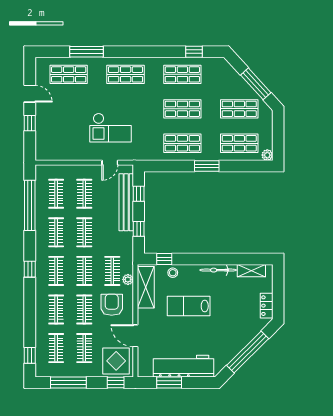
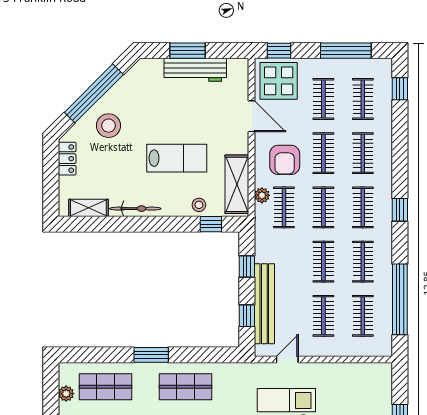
plant: (267, 155) -> (66, 394), moved
stool: (237, 329) -> (109, 126), added
workbench: (183, 366) -> (195, 70), width x0.73, depth x0.76
window: (169, 382) -> (187, 51), moved

